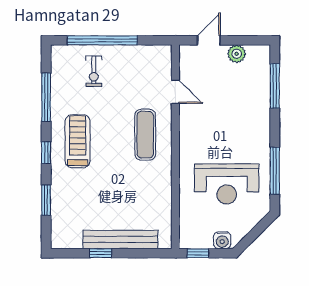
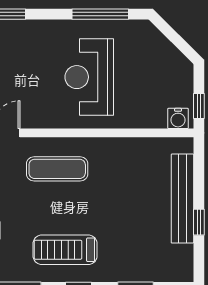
reception desk: (227, 184) -> (89, 77), moved, turned 180
water cooler: (222, 240) -> (178, 118), moved, turned 90

